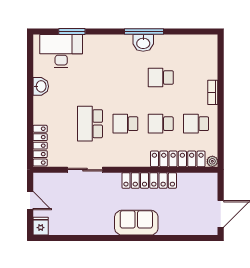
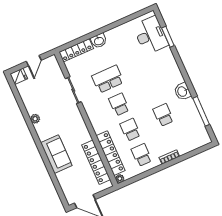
window: (144, 32) -> (201, 111), moved
washbasin: (41, 86) -> (99, 41), moved
locker: (149, 180) -> (96, 162), moved
sofa: (136, 223) -> (56, 154), moved
plant: (99, 229) -> (35, 119), added

